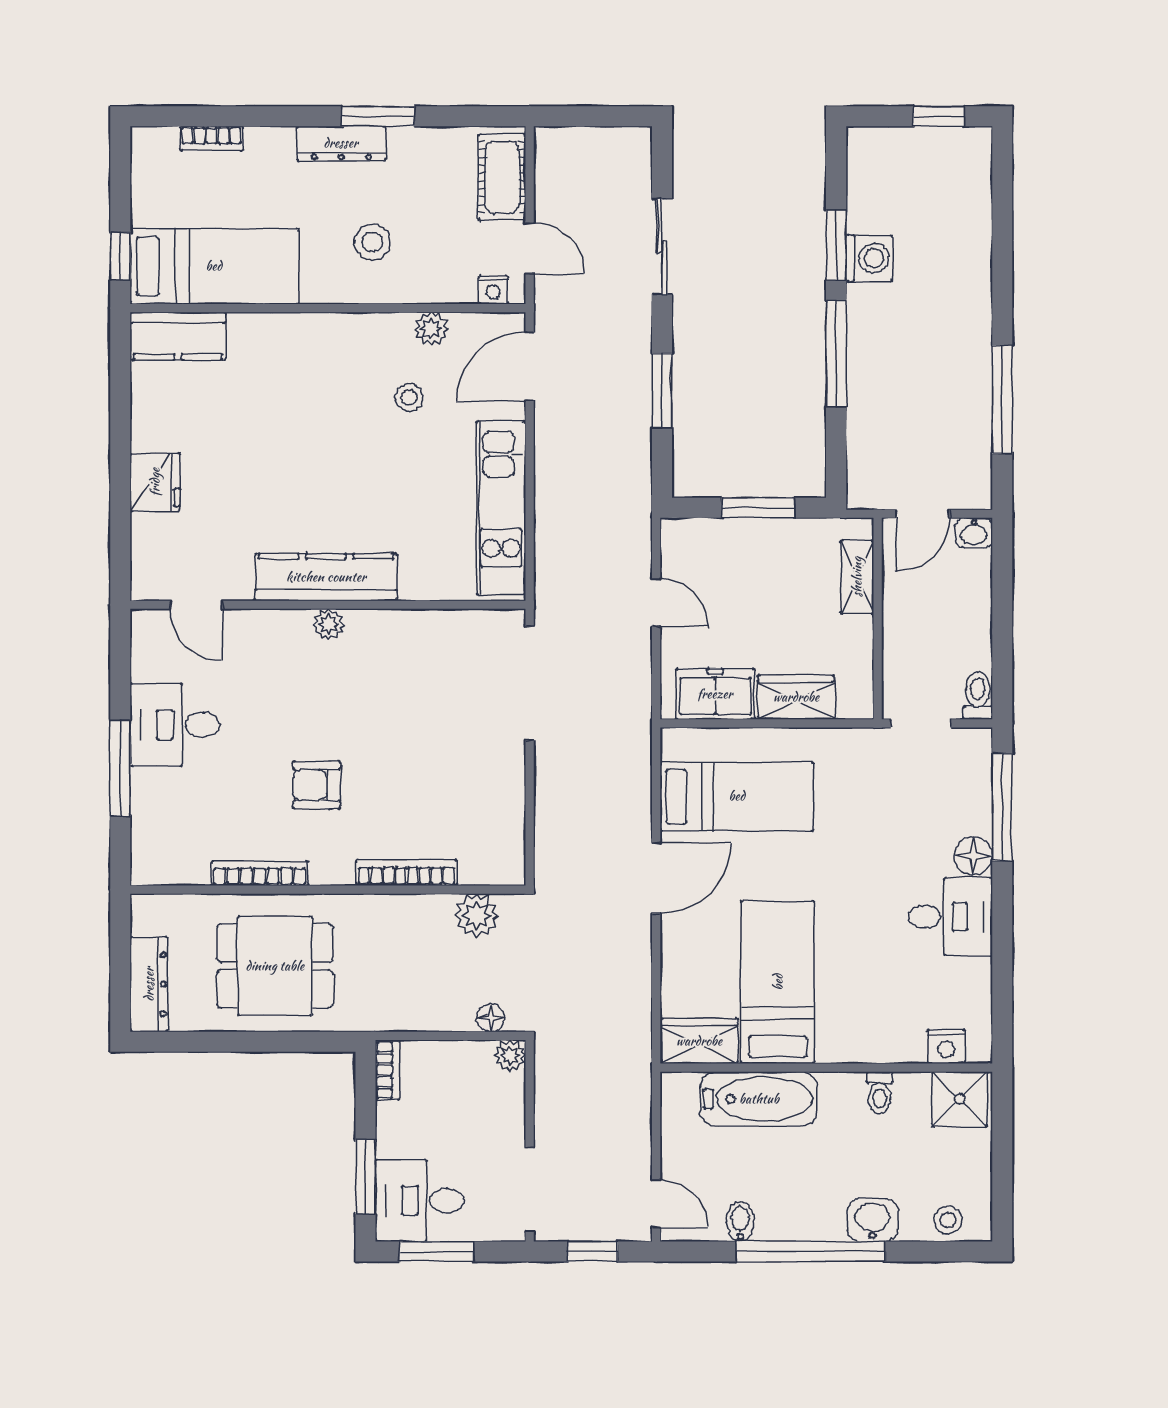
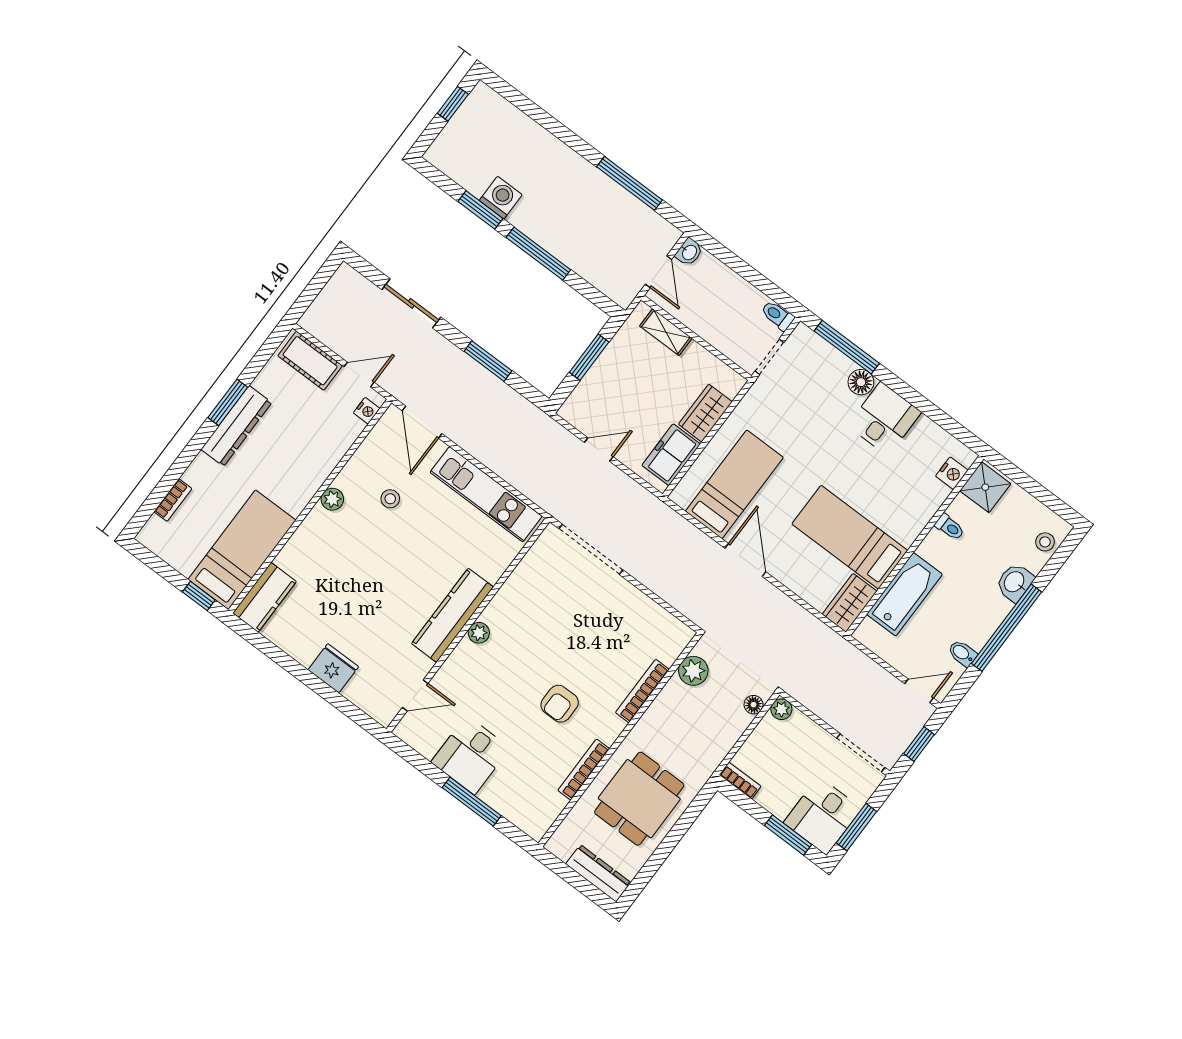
dresser: (341, 143) -> (236, 426), width x1.37, depth x1.24
stool: (372, 242) -> (293, 456), removed
plant: (431, 329) -> (332, 499), moved

